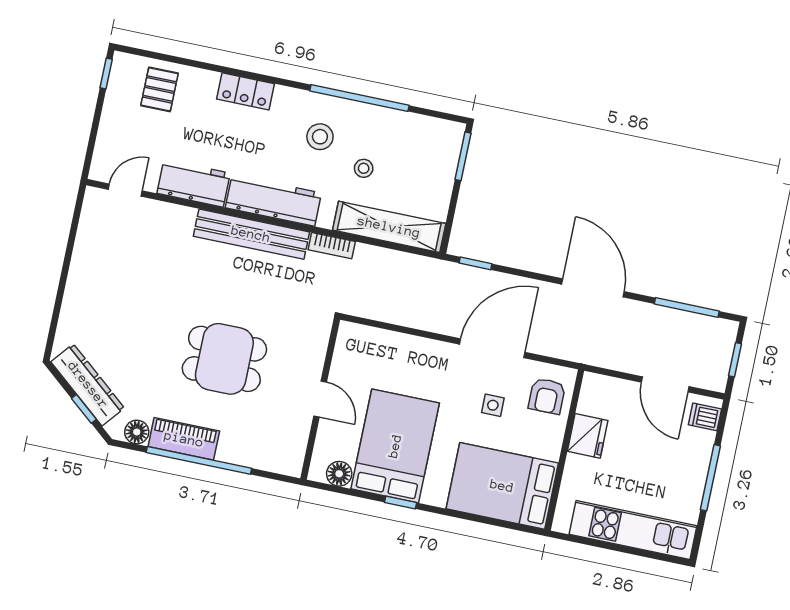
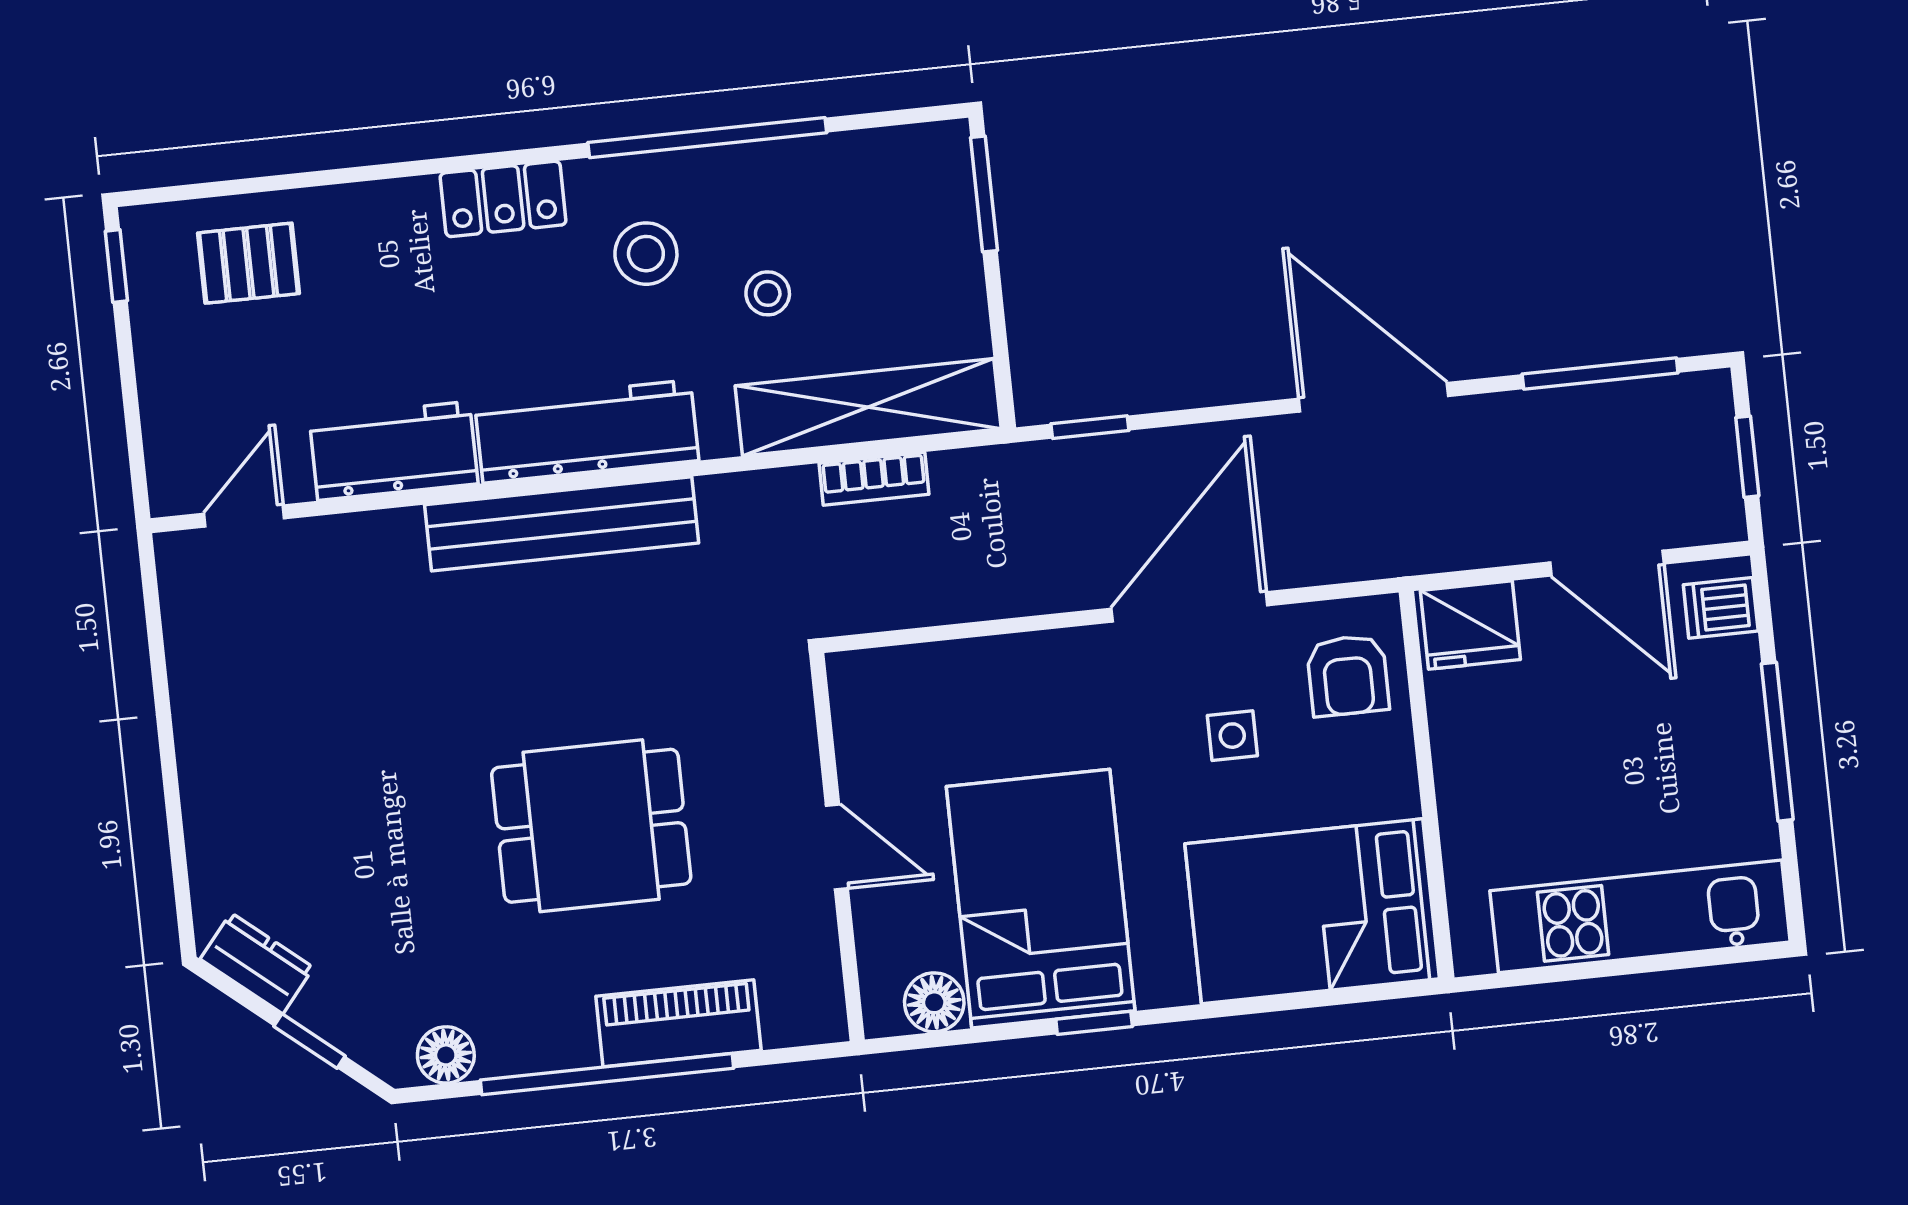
pallet: (159, 89) -> (248, 263), turned 90
locker: (246, 91) -> (503, 199), moved
bookcase: (332, 246) -> (874, 479), moved
dresser: (88, 385) -> (257, 963), width x0.51, depth x0.80
fridge: (588, 436) -> (1470, 625), moved, turned 90
piano: (184, 439) -> (678, 1023), moved

